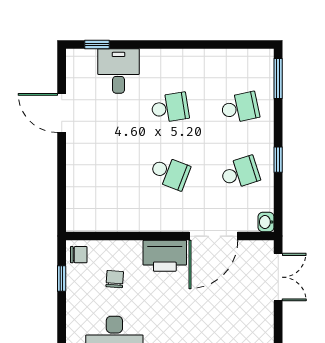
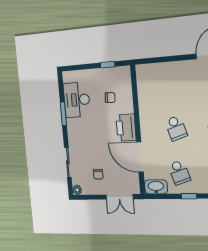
school desk: (170, 173) -> (176, 128), turned -39
washbasin: (266, 222) -> (156, 187), width x1.91, depth x1.45
chair: (79, 255) -> (98, 174), moved

